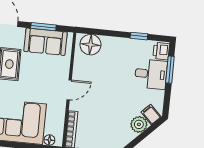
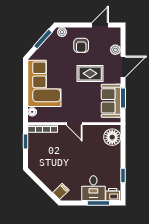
plant: (139, 124) -> (52, 182), removed

